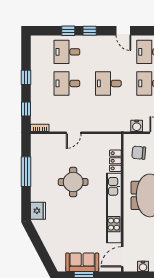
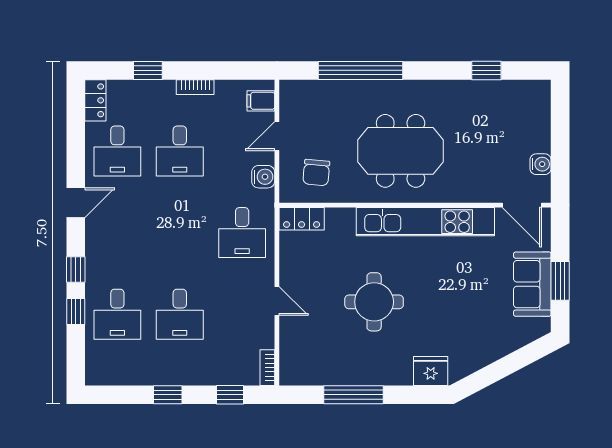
desk: (108, 83) -> (242, 233), moved
locker: (115, 161) -> (302, 219), moved

